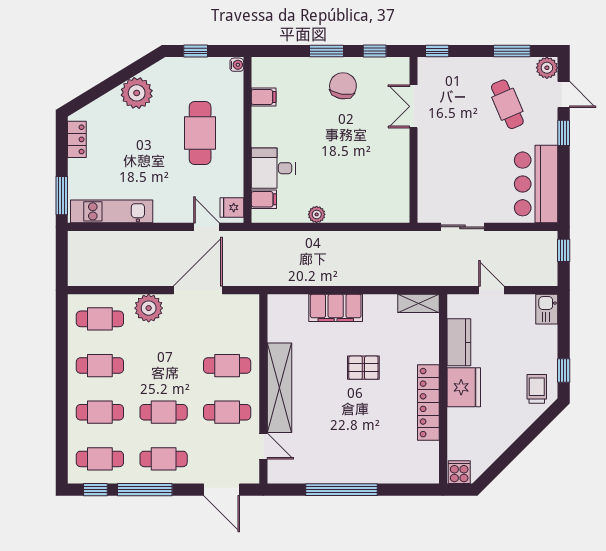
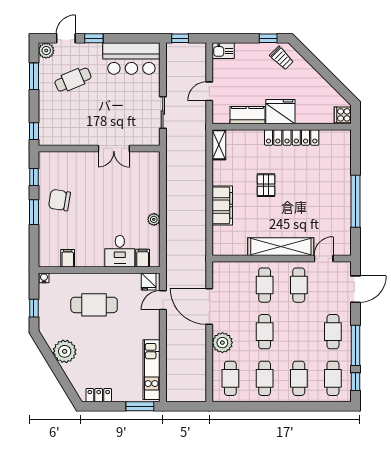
double door: (413, 106) -> (114, 148), moved
trolley: (537, 389) -> (282, 58), turned -135
cafe table: (164, 412) -> (265, 332), moved

